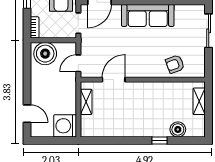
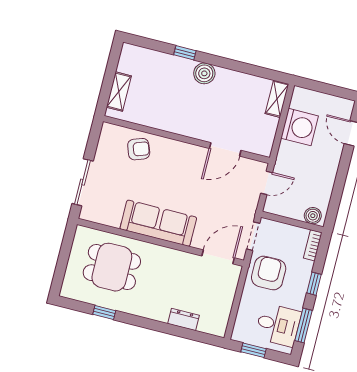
boiler: (45, 54) -> (313, 216), width x0.54, depth x0.54
shelving: (86, 102) -> (277, 99), moved
washing machine: (65, 126) -> (300, 127), moved
boiler: (178, 129) -> (204, 73), moved

